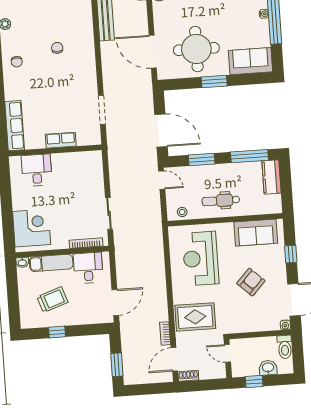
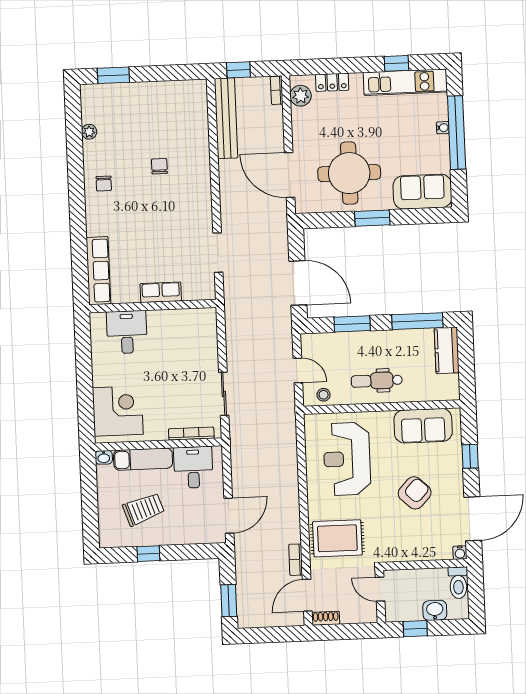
door: (162, 180) -> (298, 370), moved

